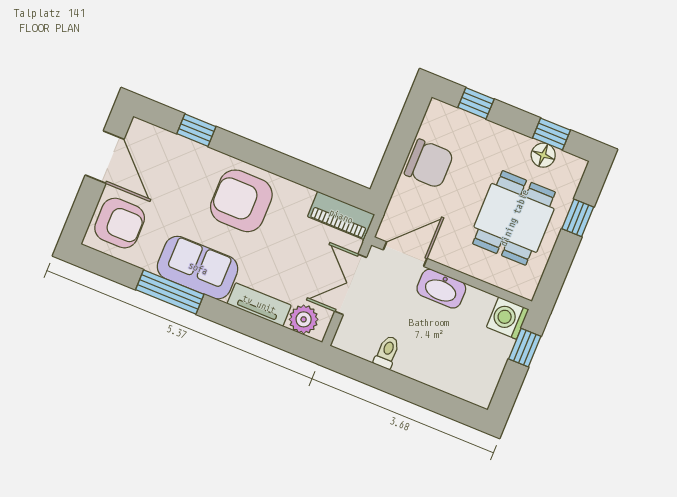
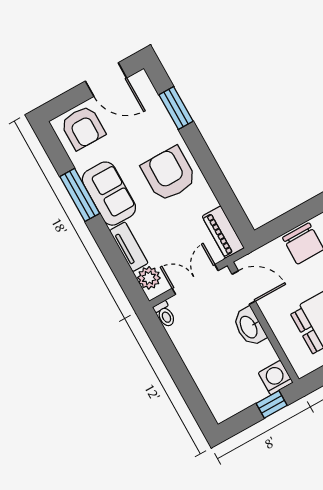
window: (196, 130) -> (176, 108), width x1.50
door: (105, 157) -> (106, 80), hinge flipped
toilet: (387, 352) -> (165, 314), moved, turned 90

